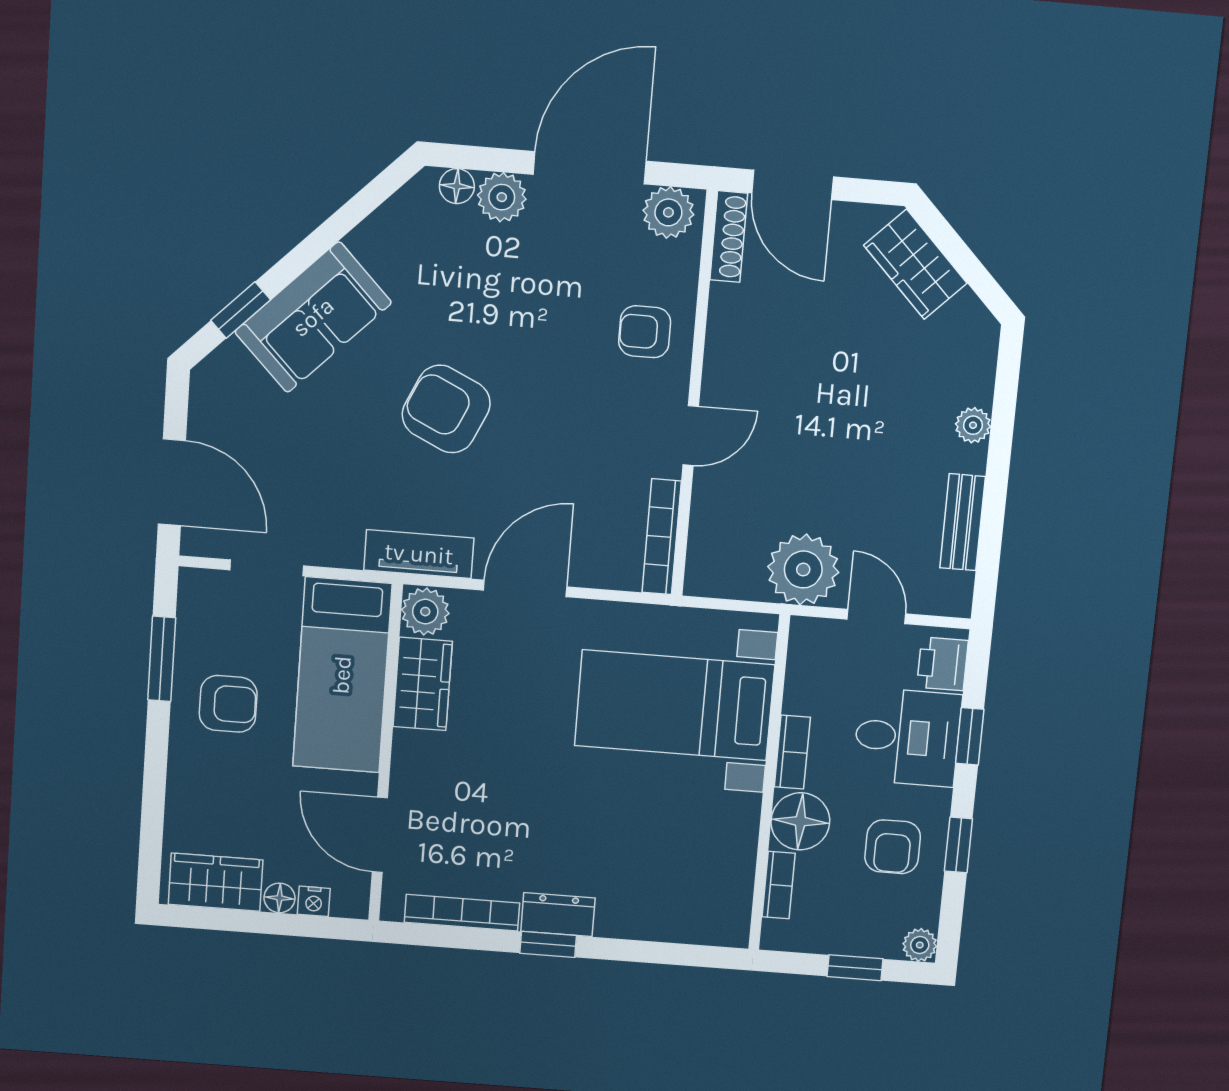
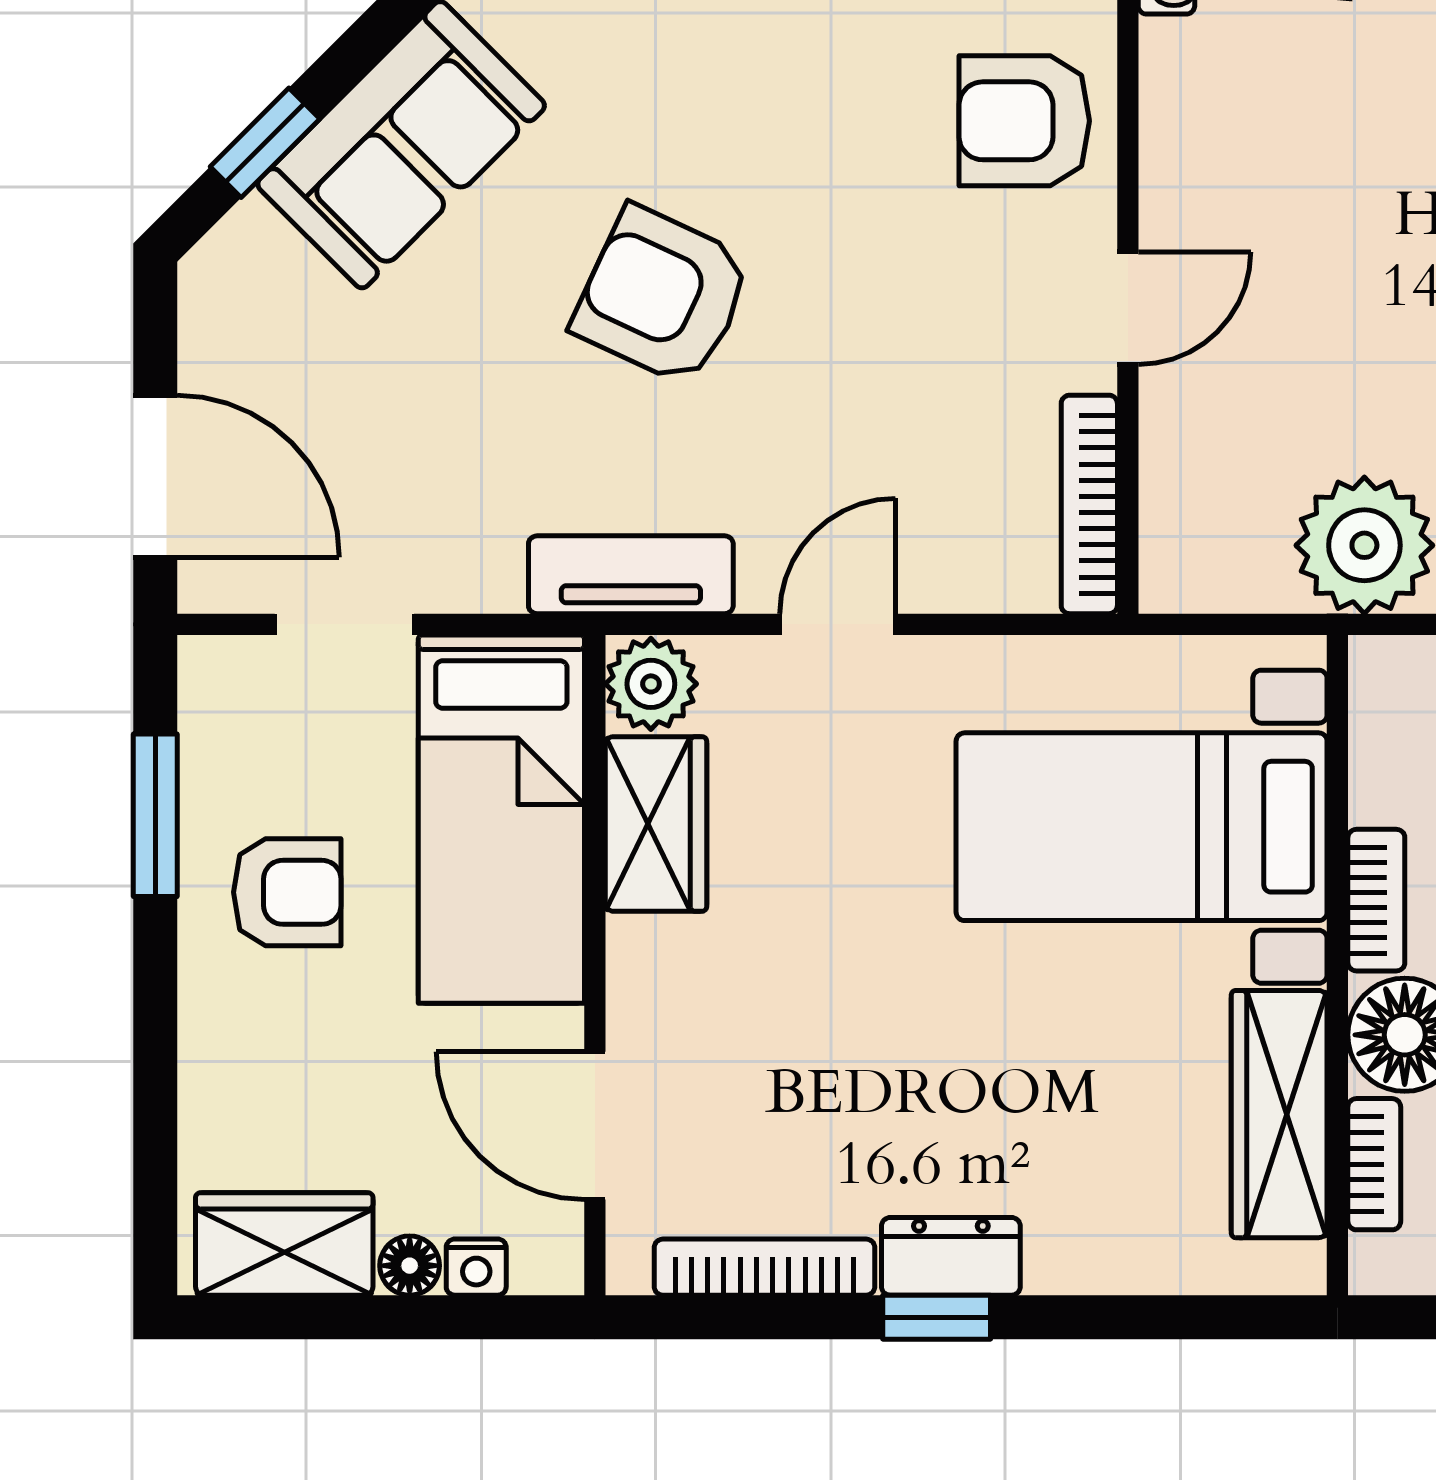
armchair: (645, 332) -> (1024, 121), width x1.38, depth x1.38
door: (525, 588) -> (838, 624), width x0.73
wardrobe: (732, 856) -> (1279, 1114), added

